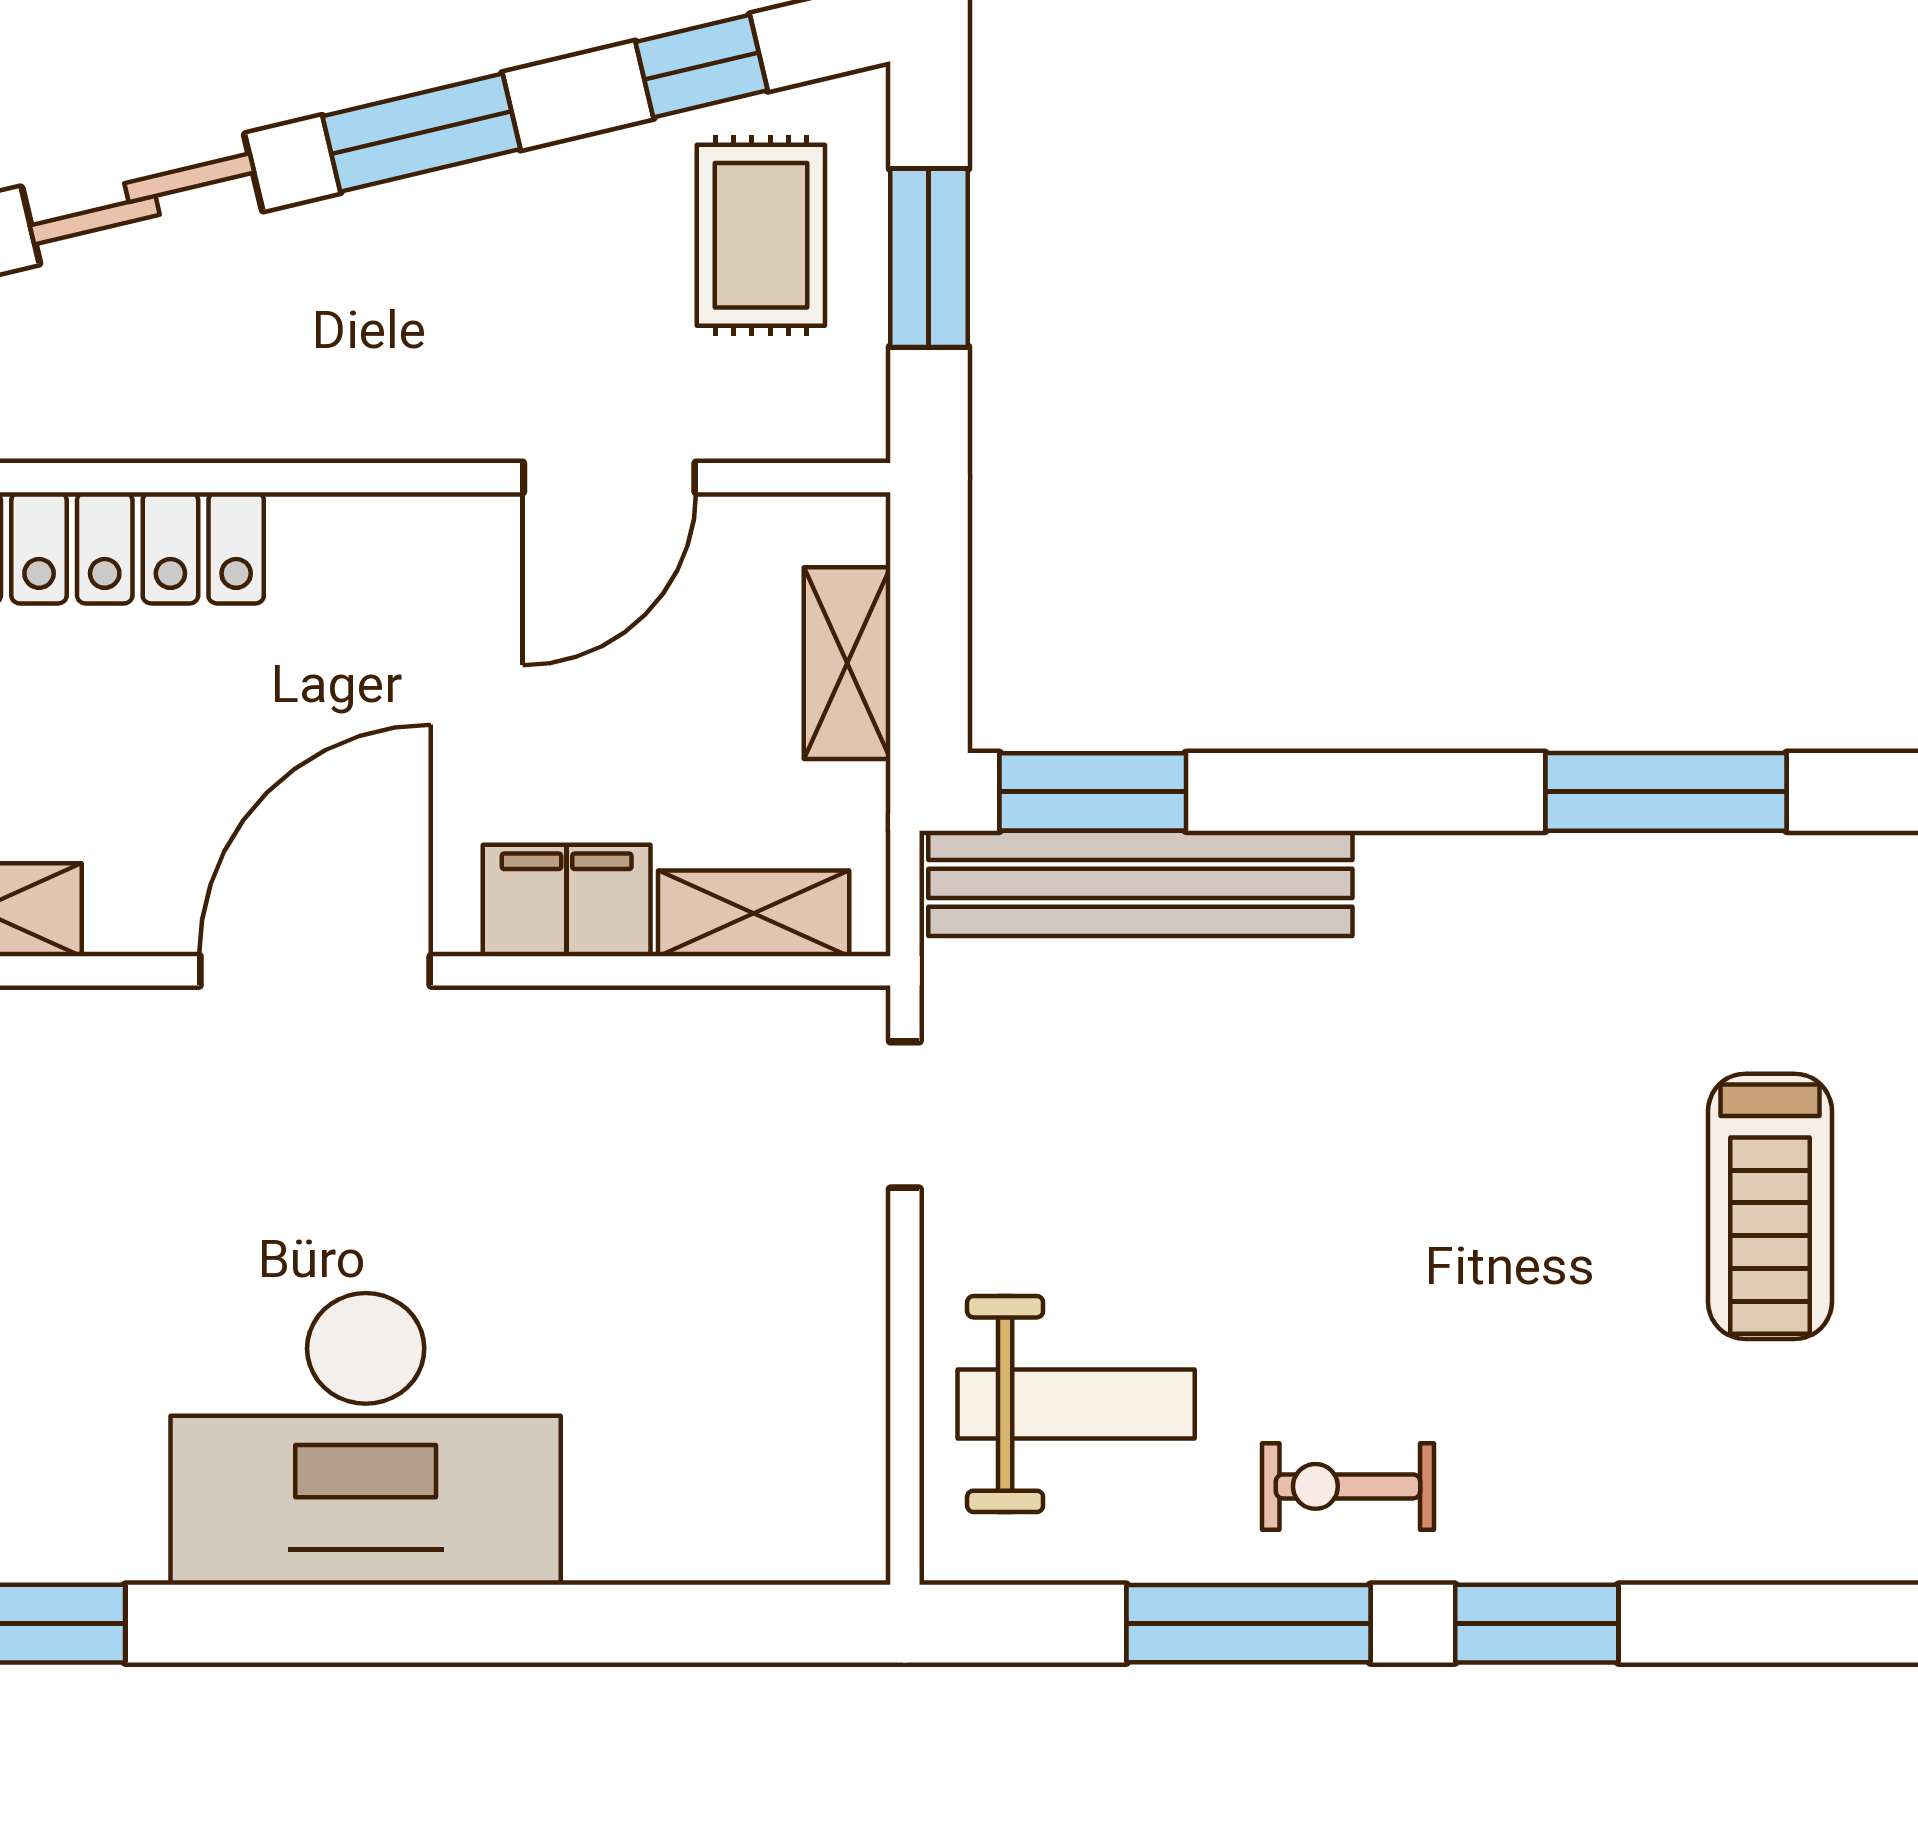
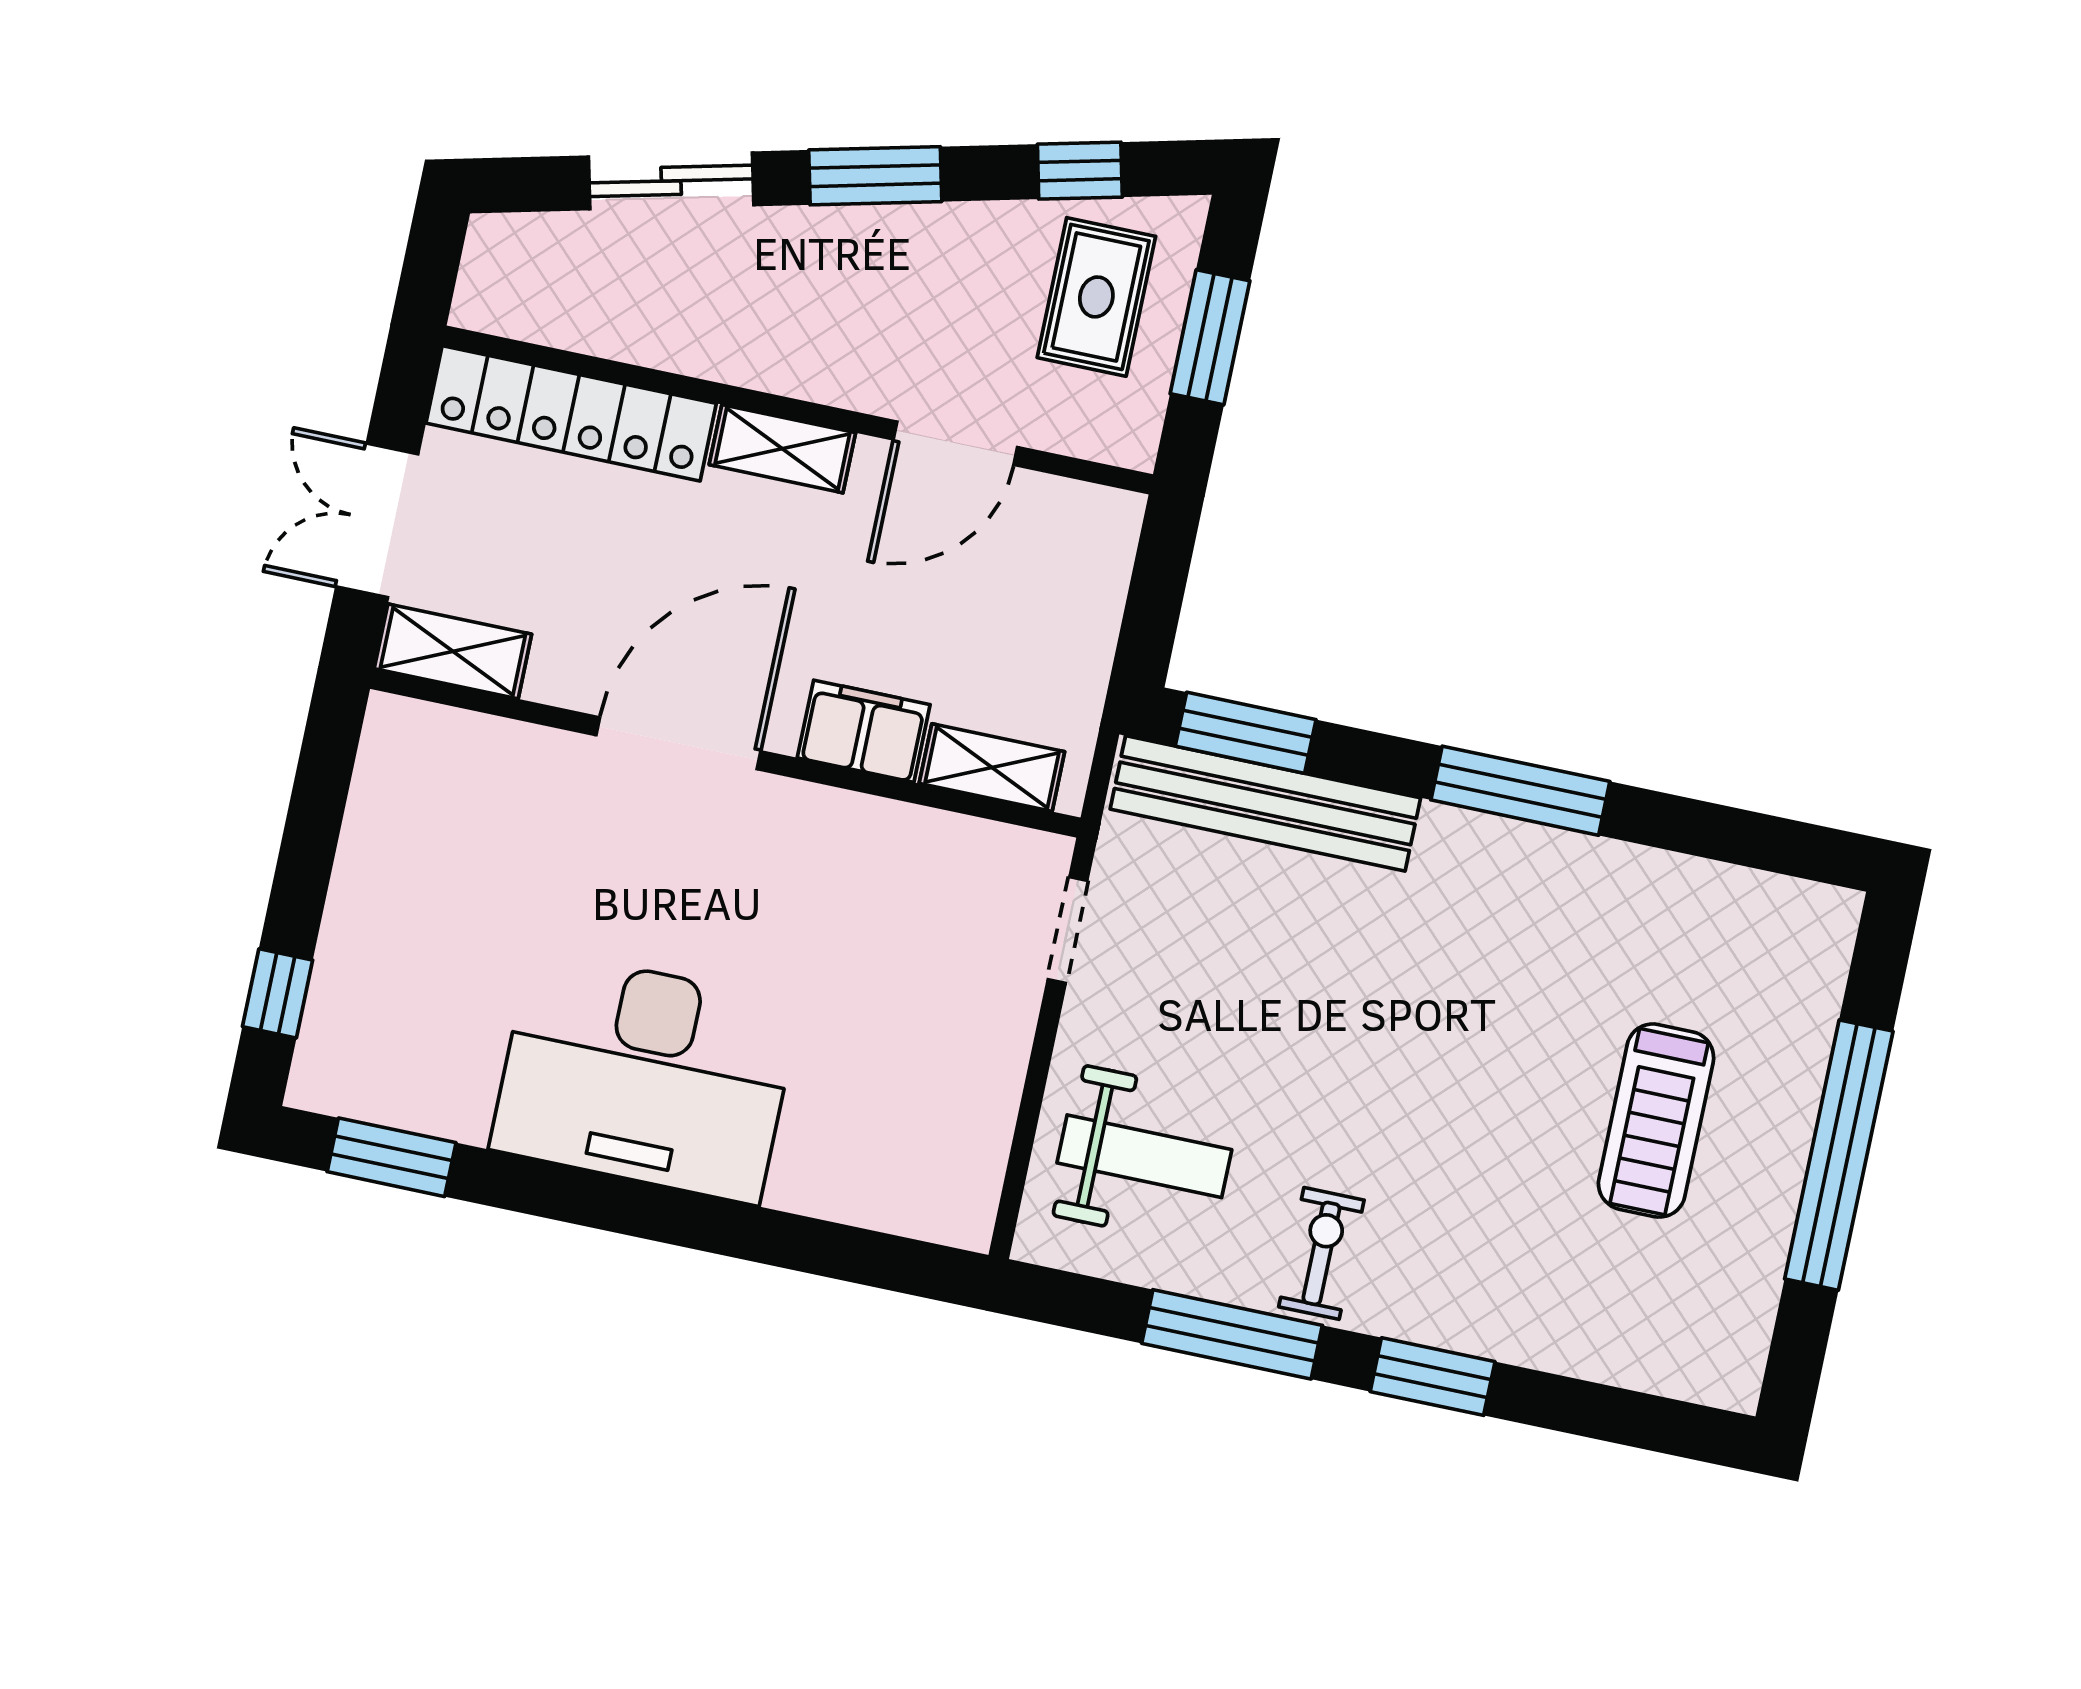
shelving: (847, 663) -> (782, 449), moved, turned 90
window: (1666, 792) -> (1520, 791), moved
exercise bike: (1348, 1486) -> (1321, 1253), turned 90

